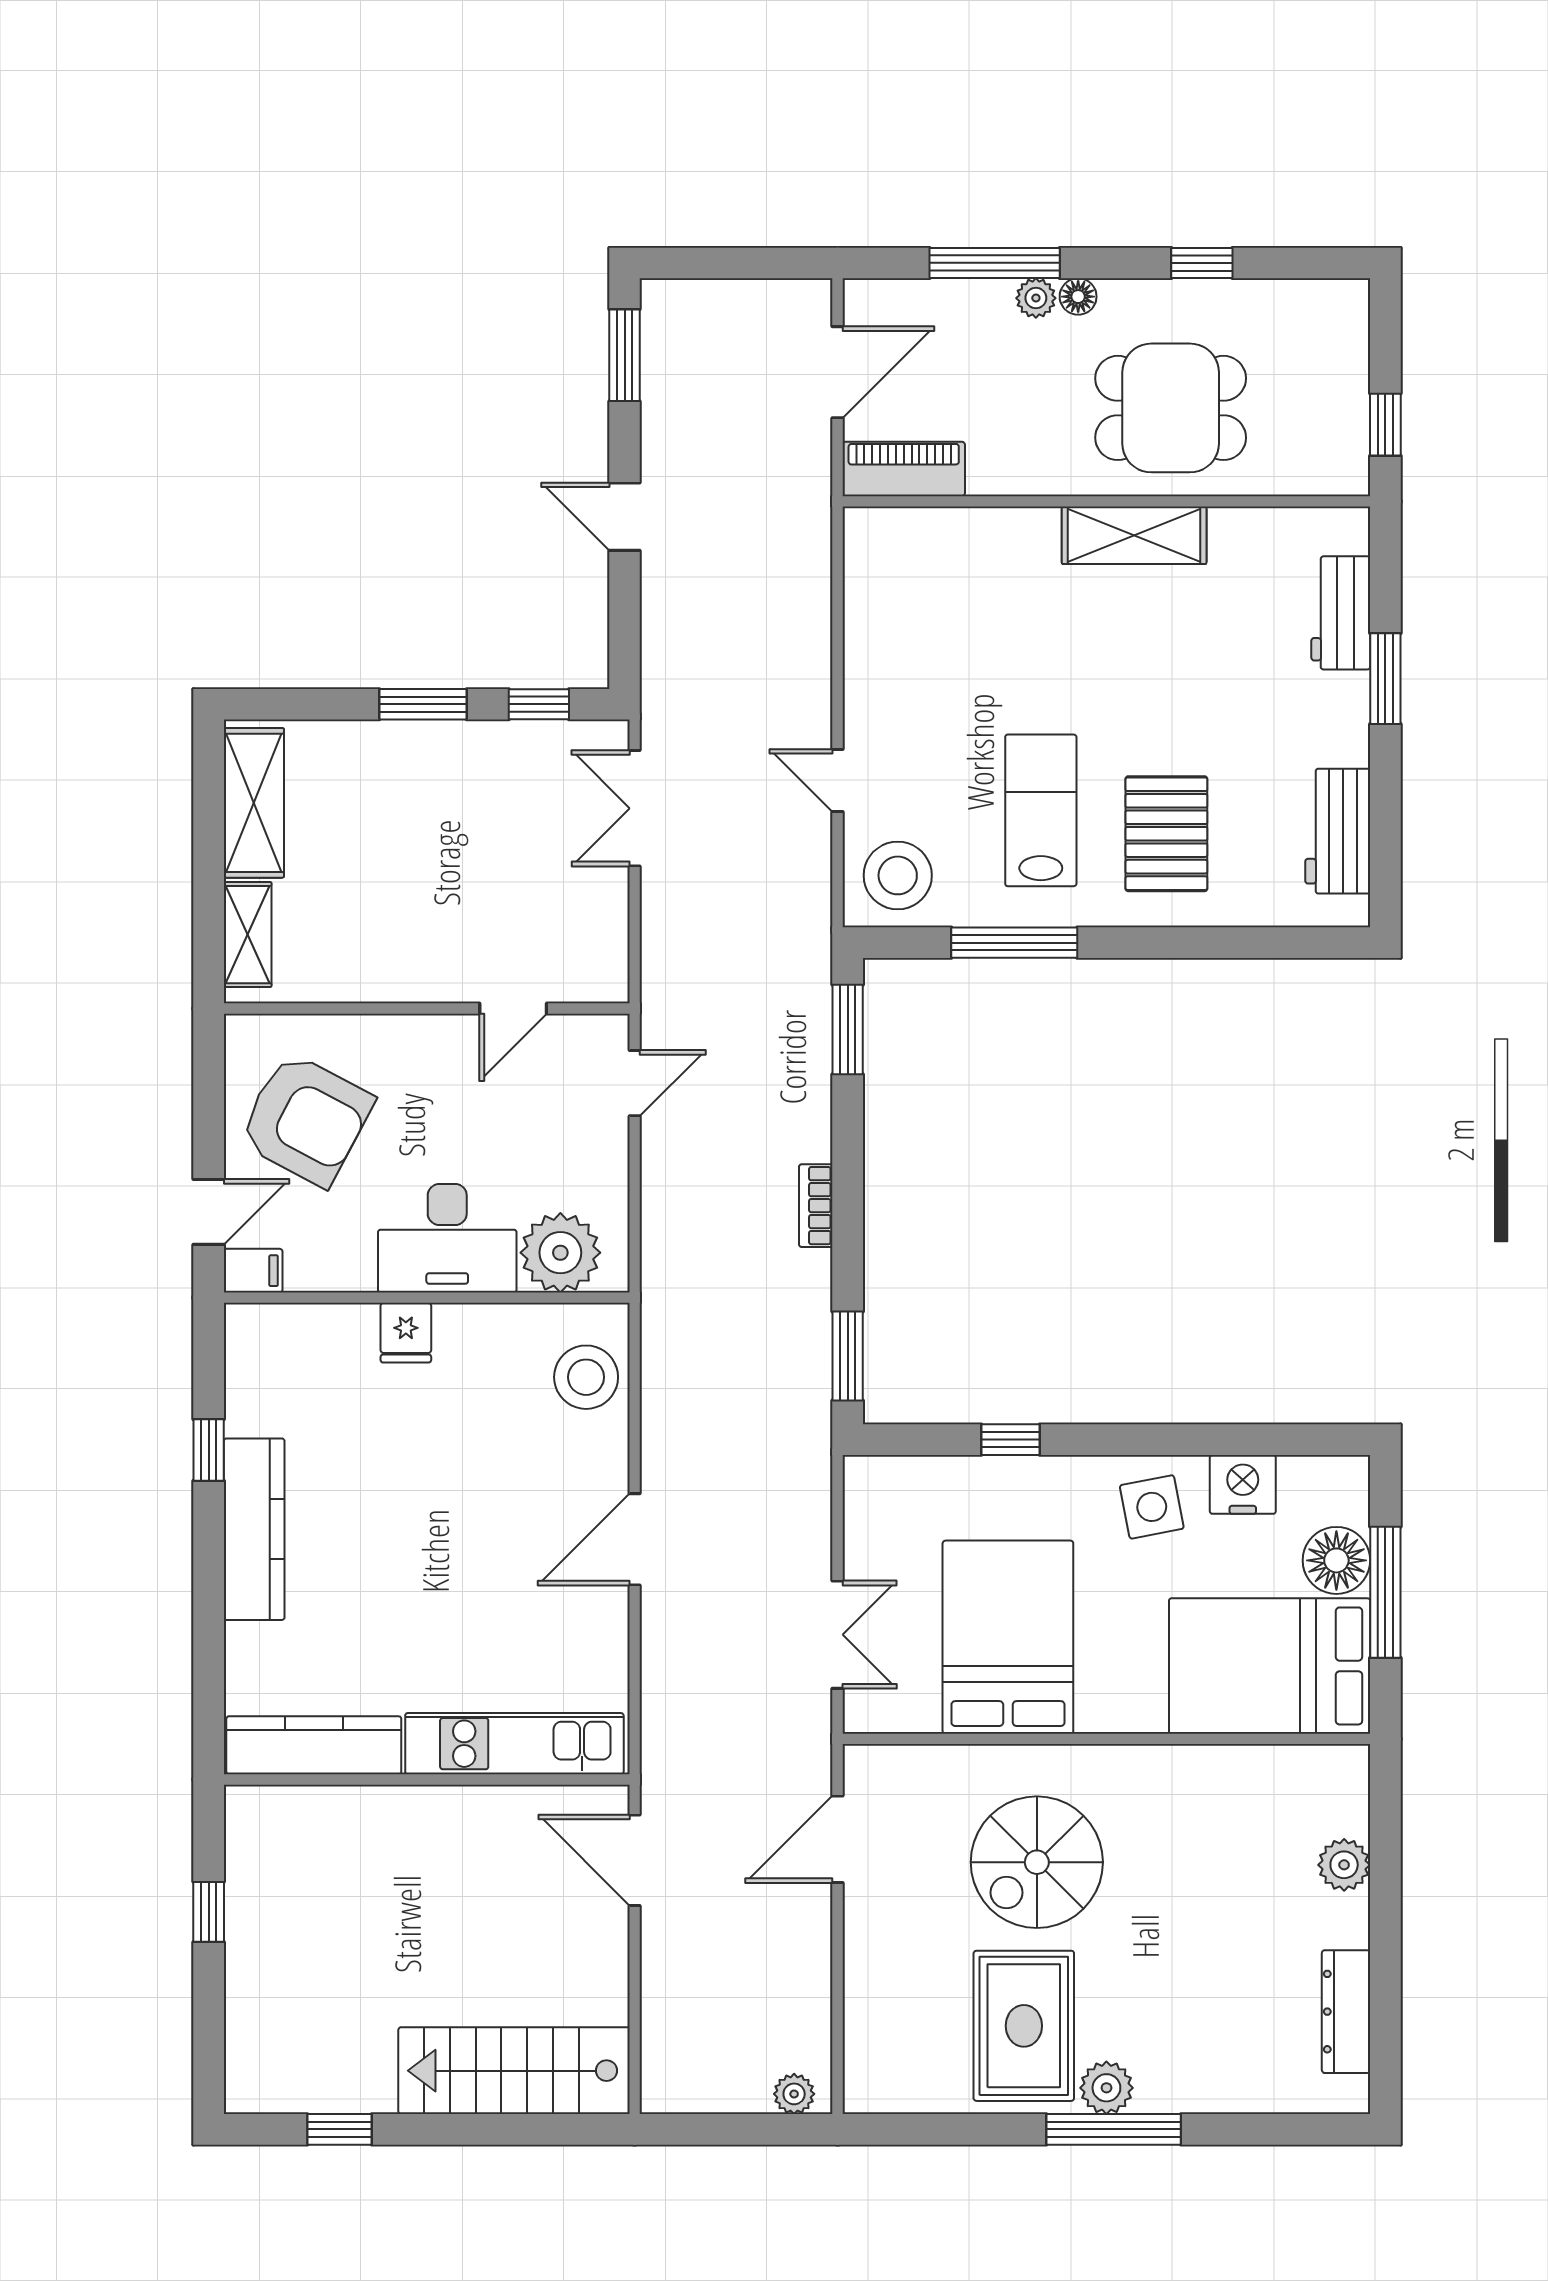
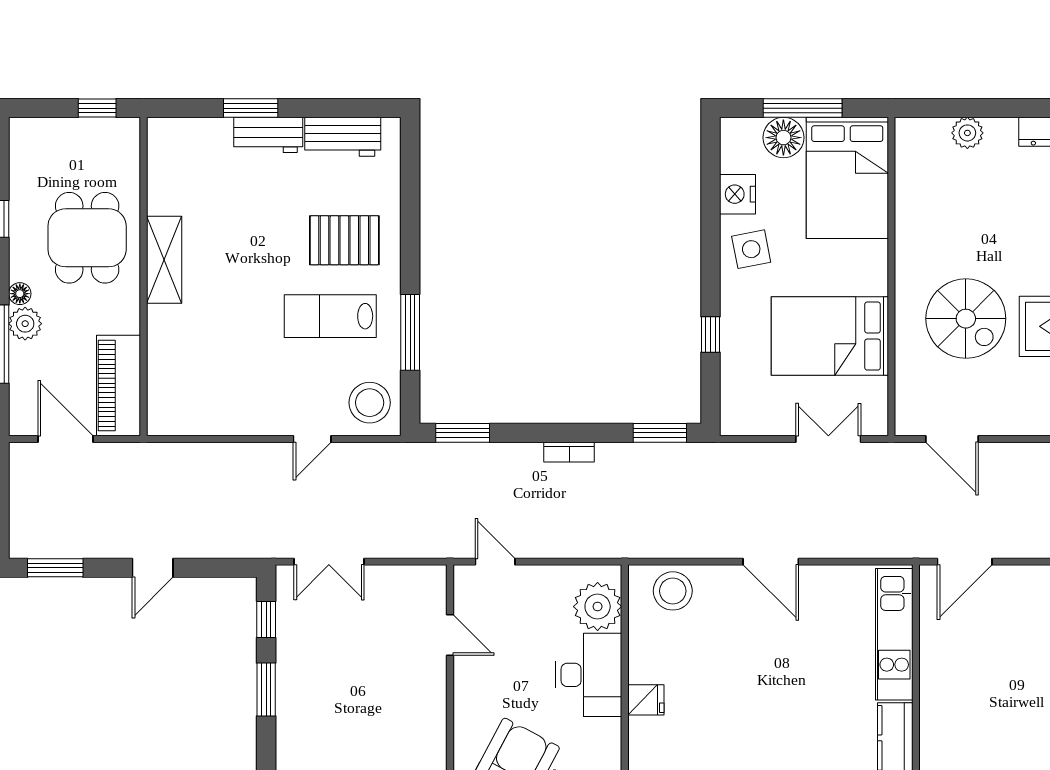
plant: (1036, 298) -> (25, 324), width x1.38, depth x1.38
piano: (904, 469) -> (119, 386), width x1.37, depth x1.33
workbench: (1341, 613) -> (268, 135), moved

